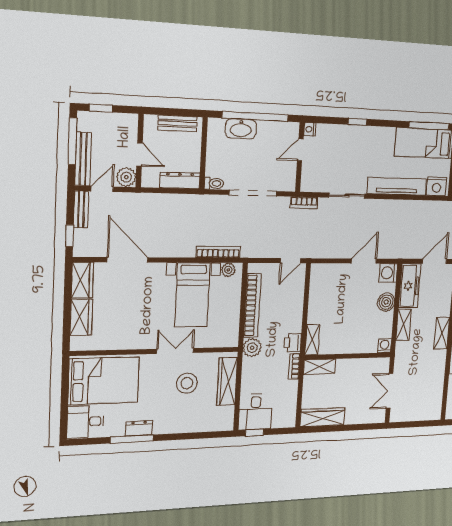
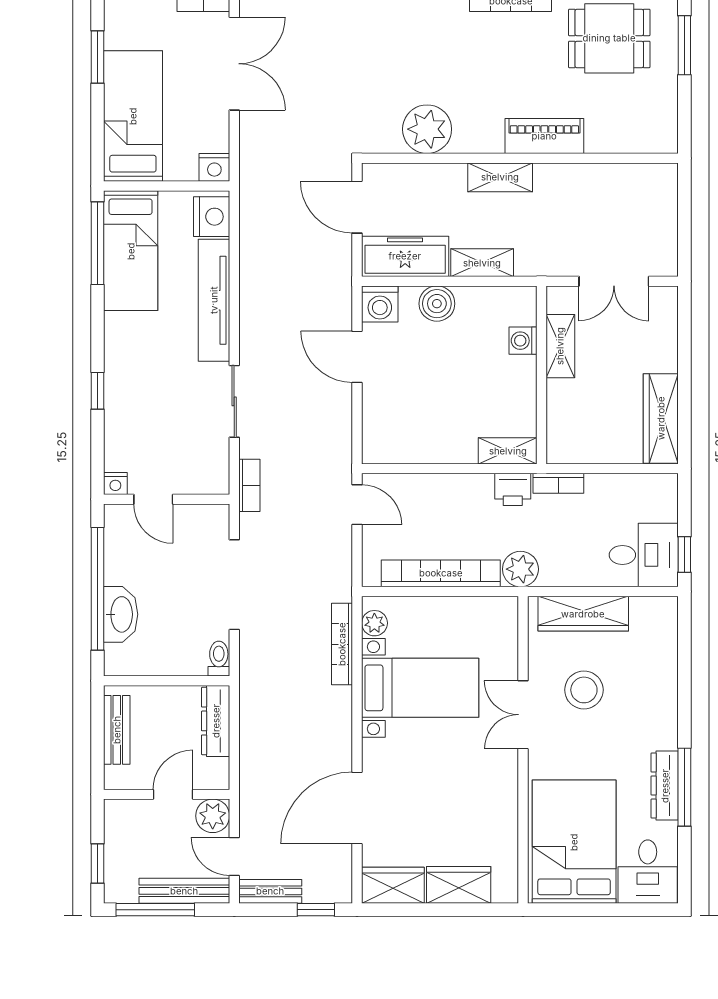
washing machine: (385, 346) -> (523, 341), moved
shelving: (319, 367) -> (560, 346), moved
dresser: (139, 428) -> (665, 786), width x1.44

